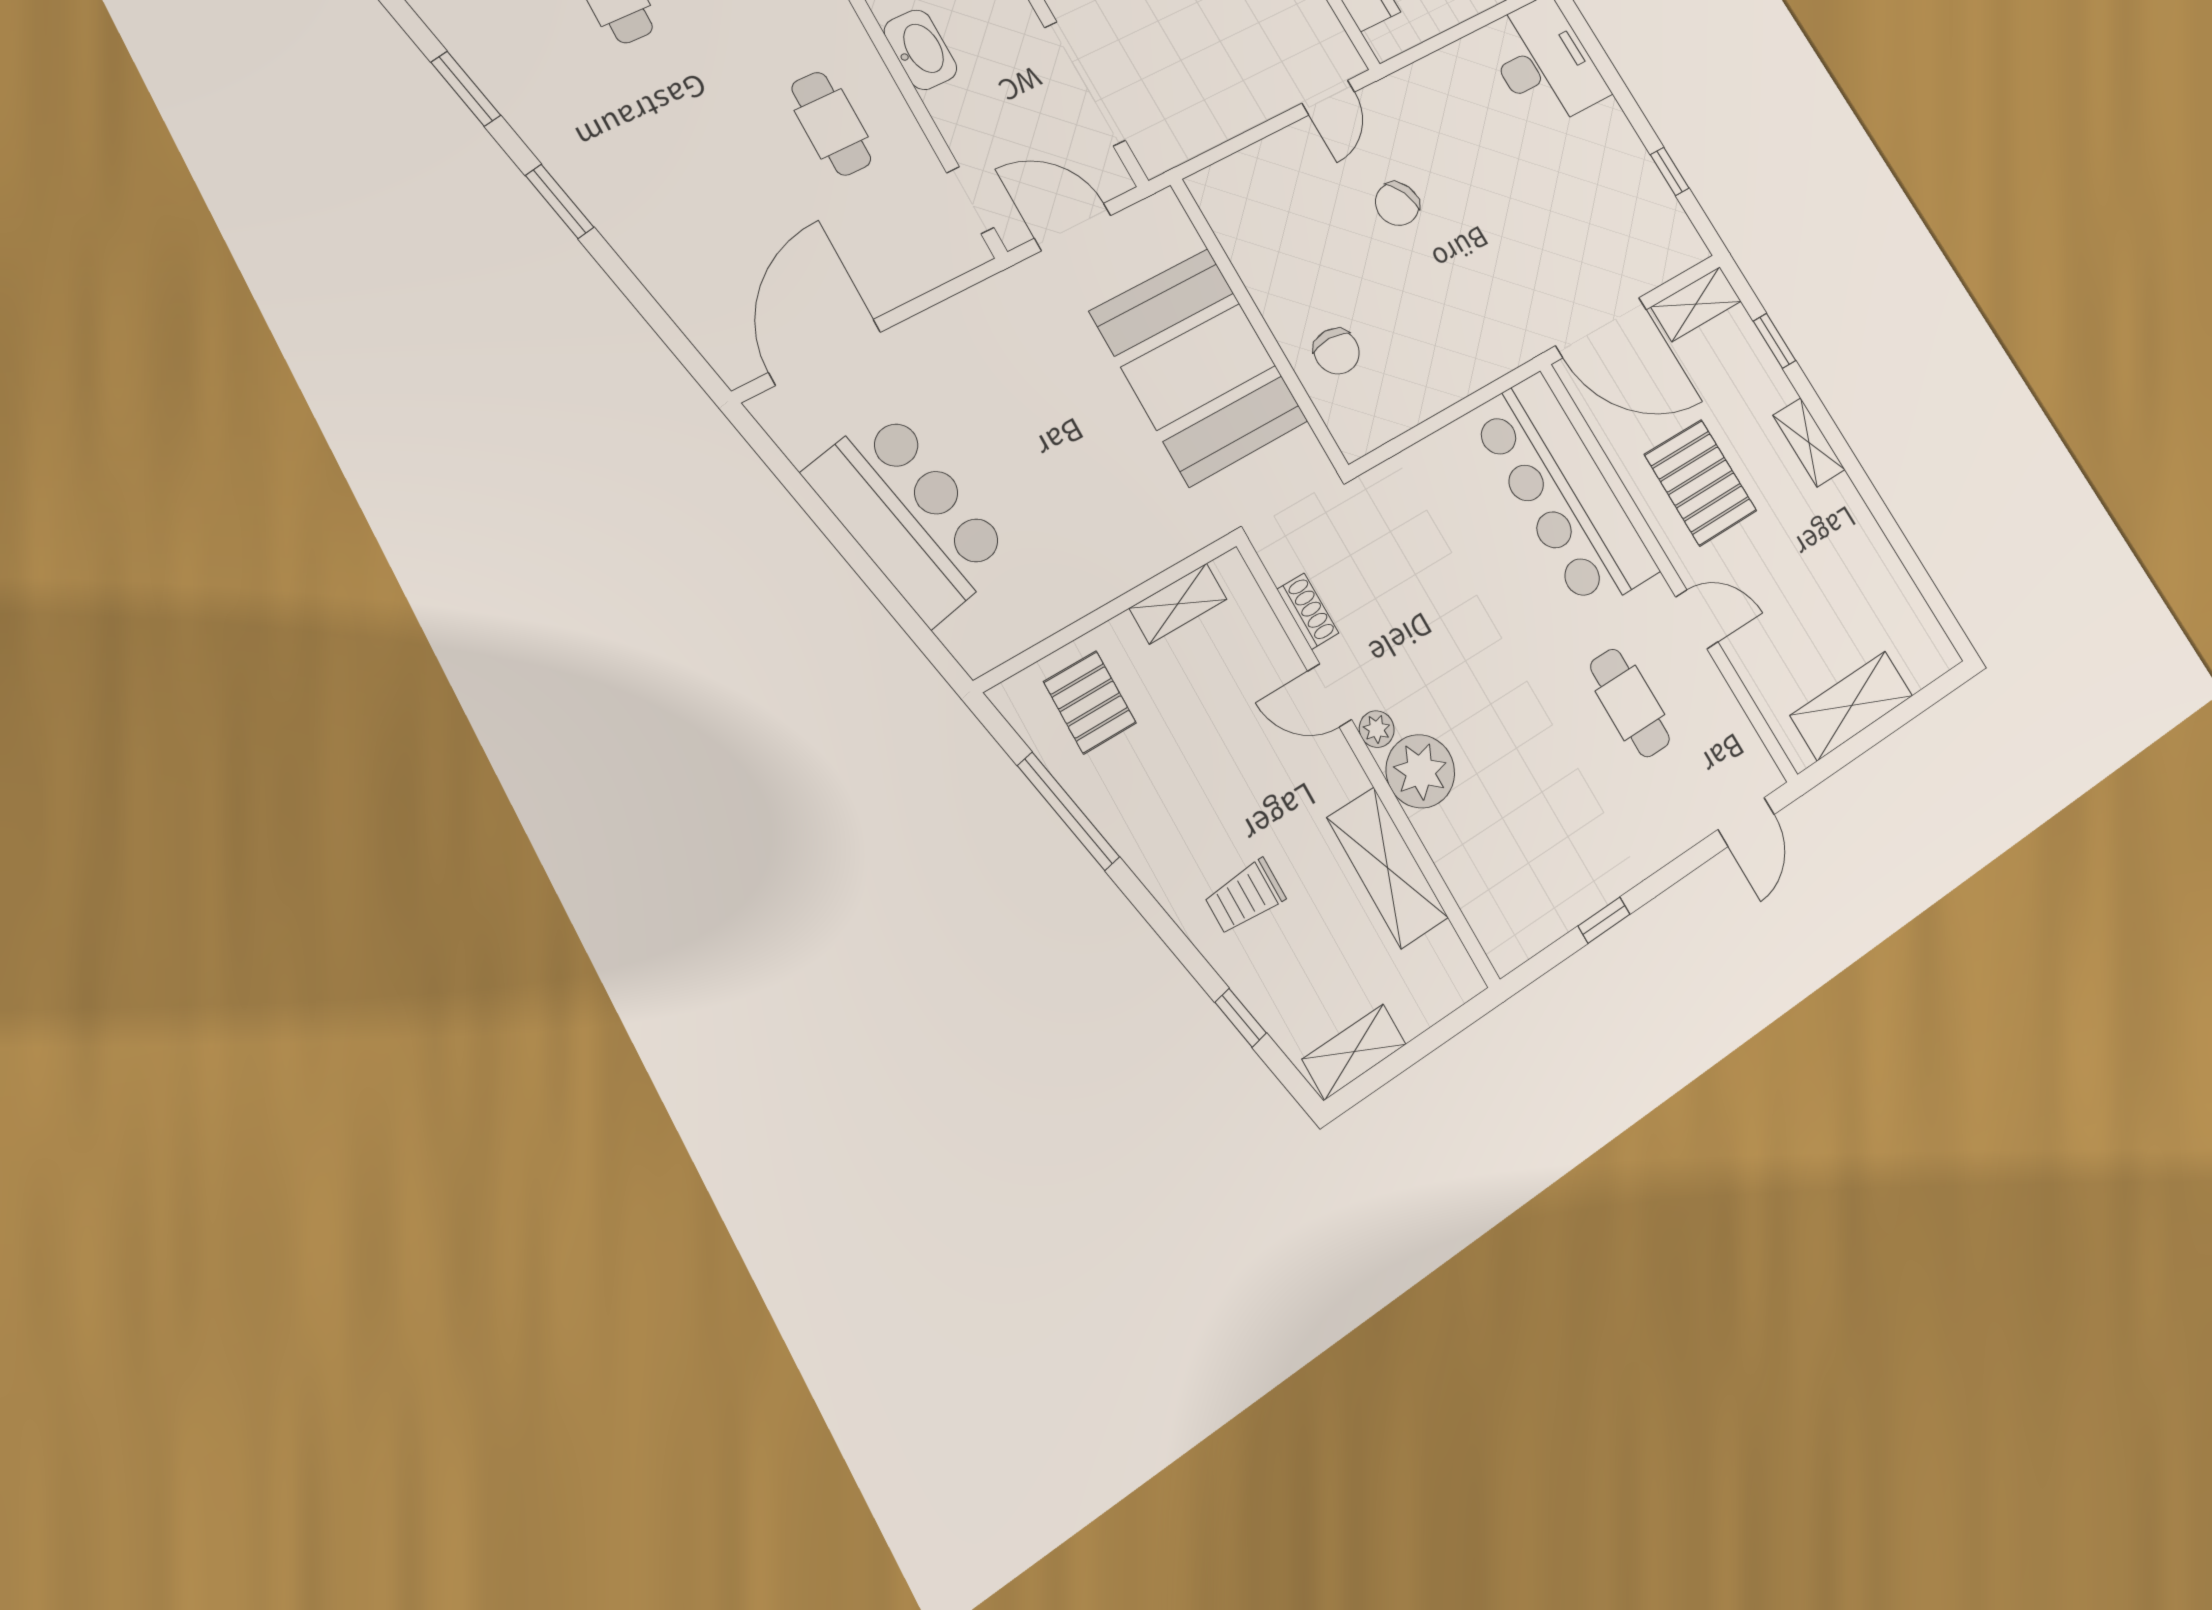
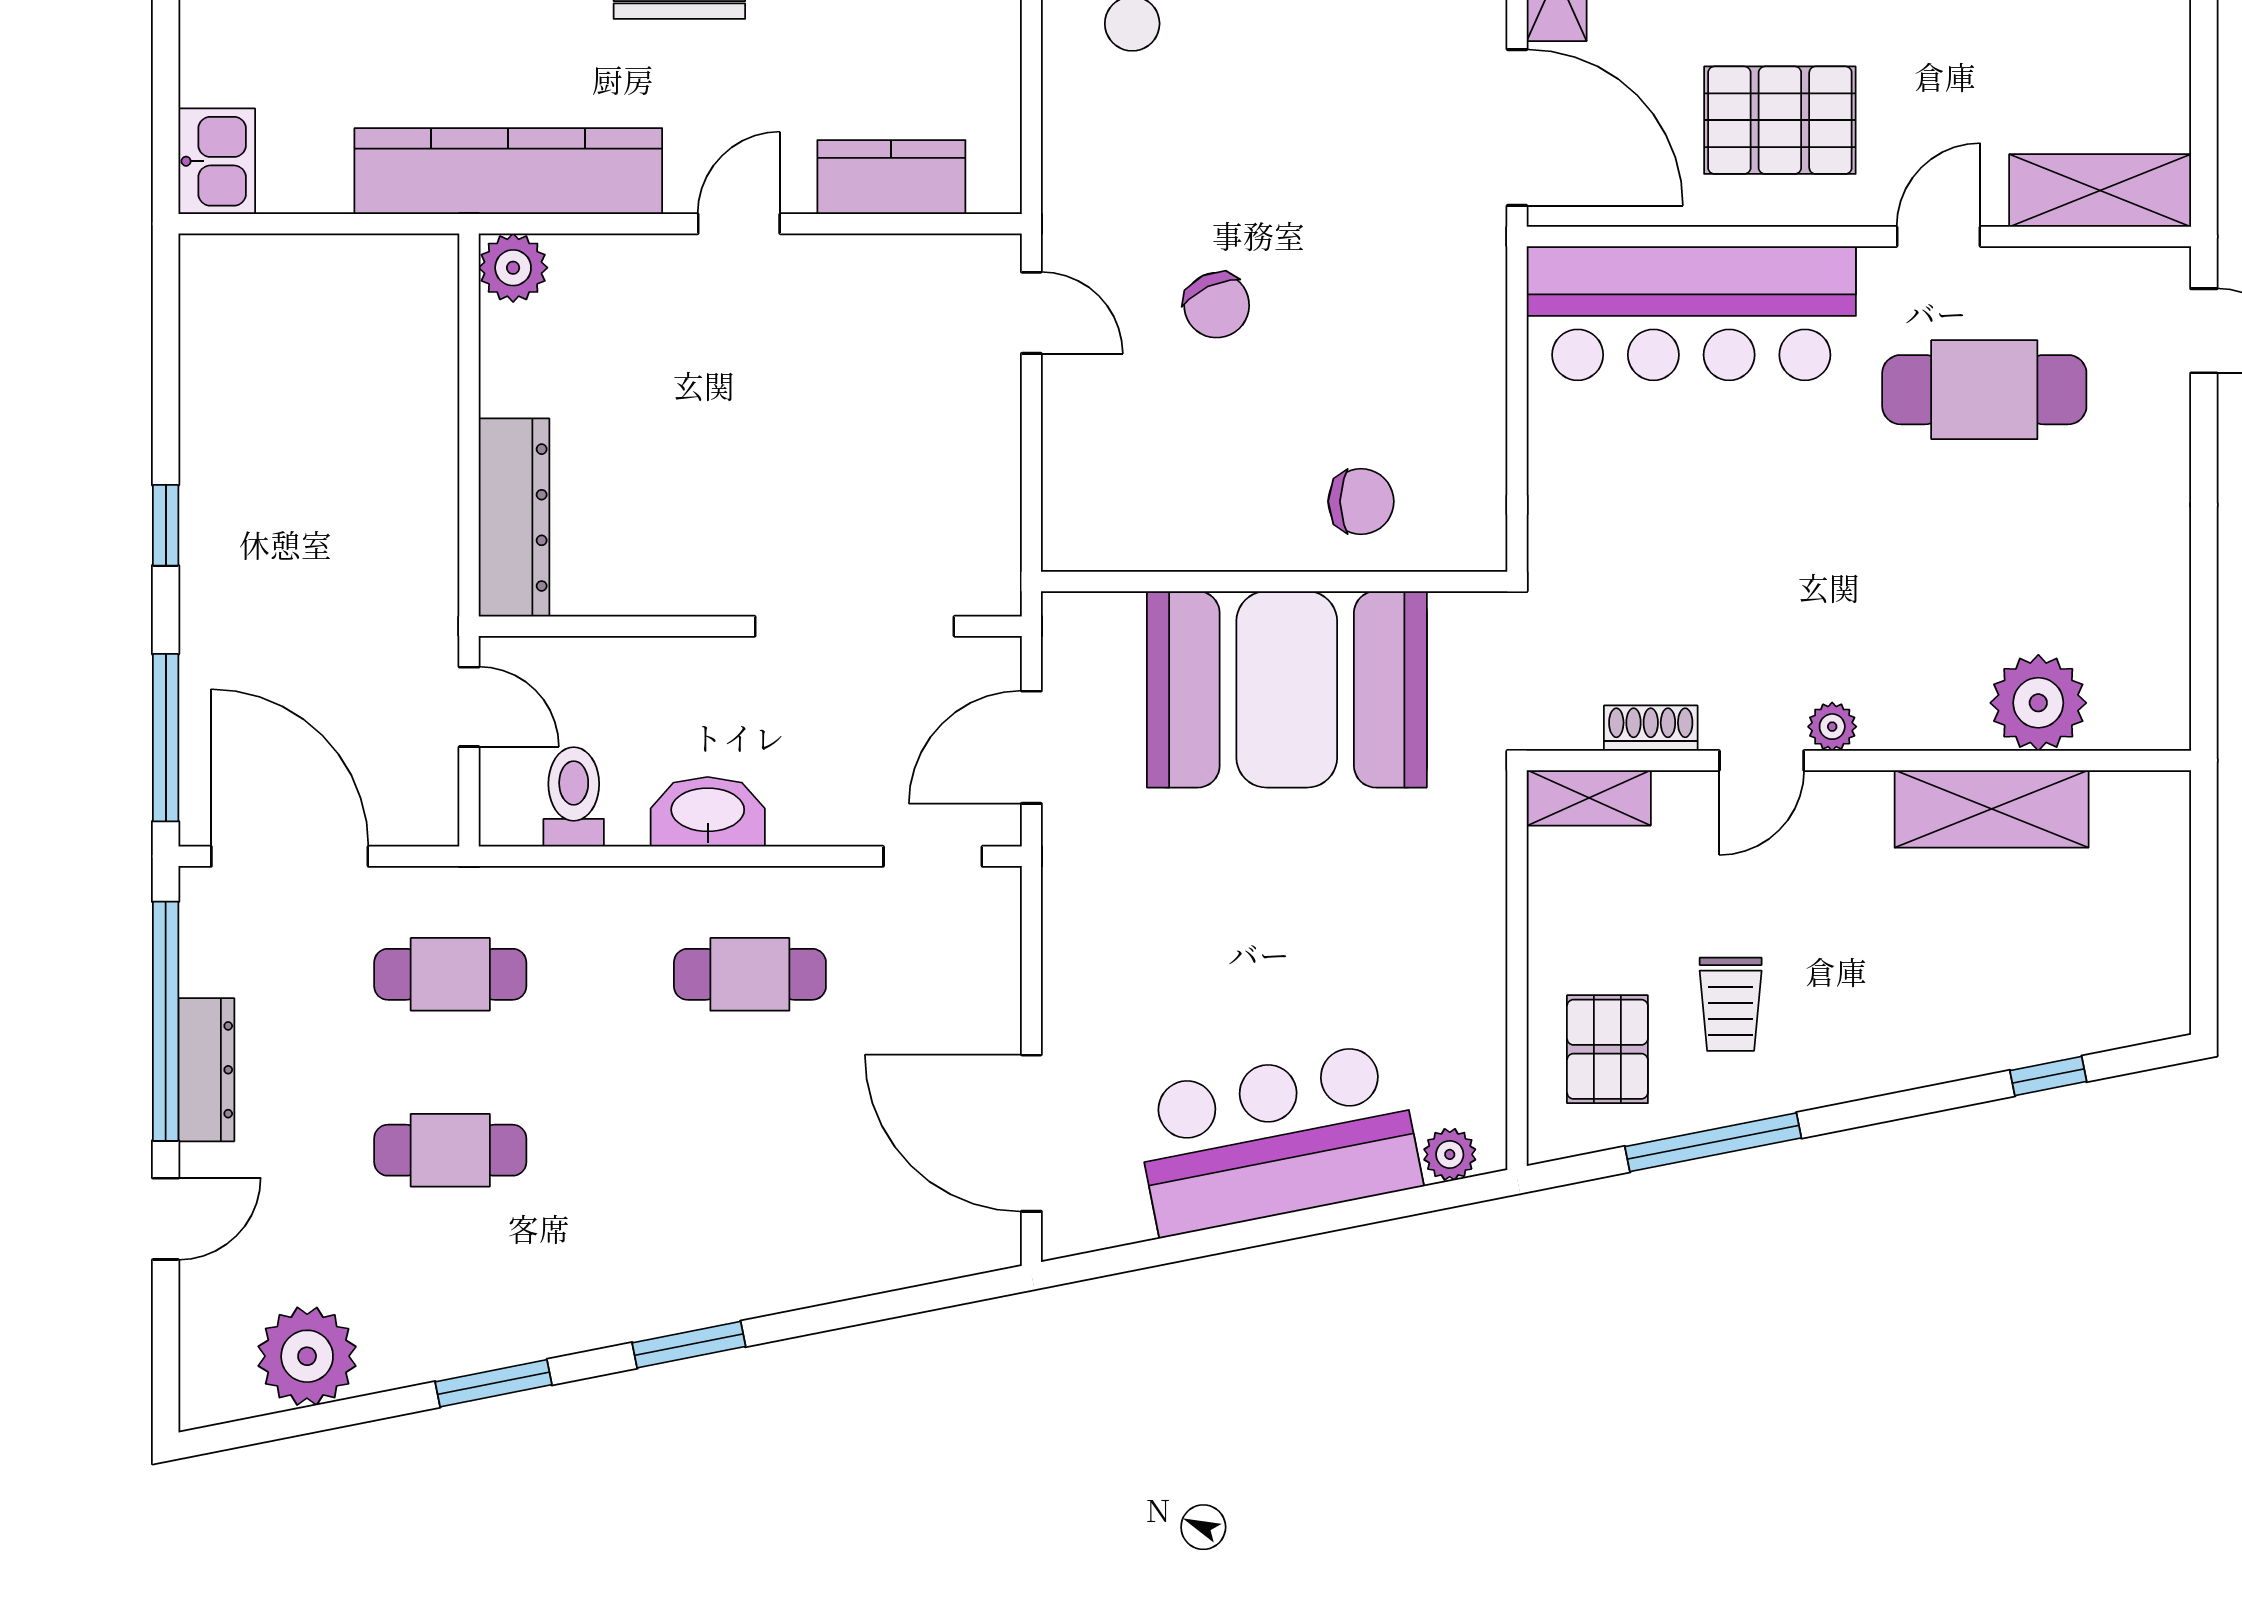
door: (1601, 328) -> (1517, 128), hinge flipped
shelving: (1178, 604) -> (1589, 798), moved, turned 90
plant: (962, 636) -> (1450, 1154), added
pallet: (1090, 702) -> (1607, 1049), turned 90
cafe table: (1630, 703) -> (1984, 390), width x1.37, depth x1.35
shelving: (1852, 706) -> (2100, 191), moved, turned 90
plant: (1420, 771) -> (2038, 703), moved
trolley: (1245, 897) -> (1731, 1004), moved
window: (1604, 920) -> (2204, 583), removed
shelving: (1354, 1052) -> (2162, 969), removed

